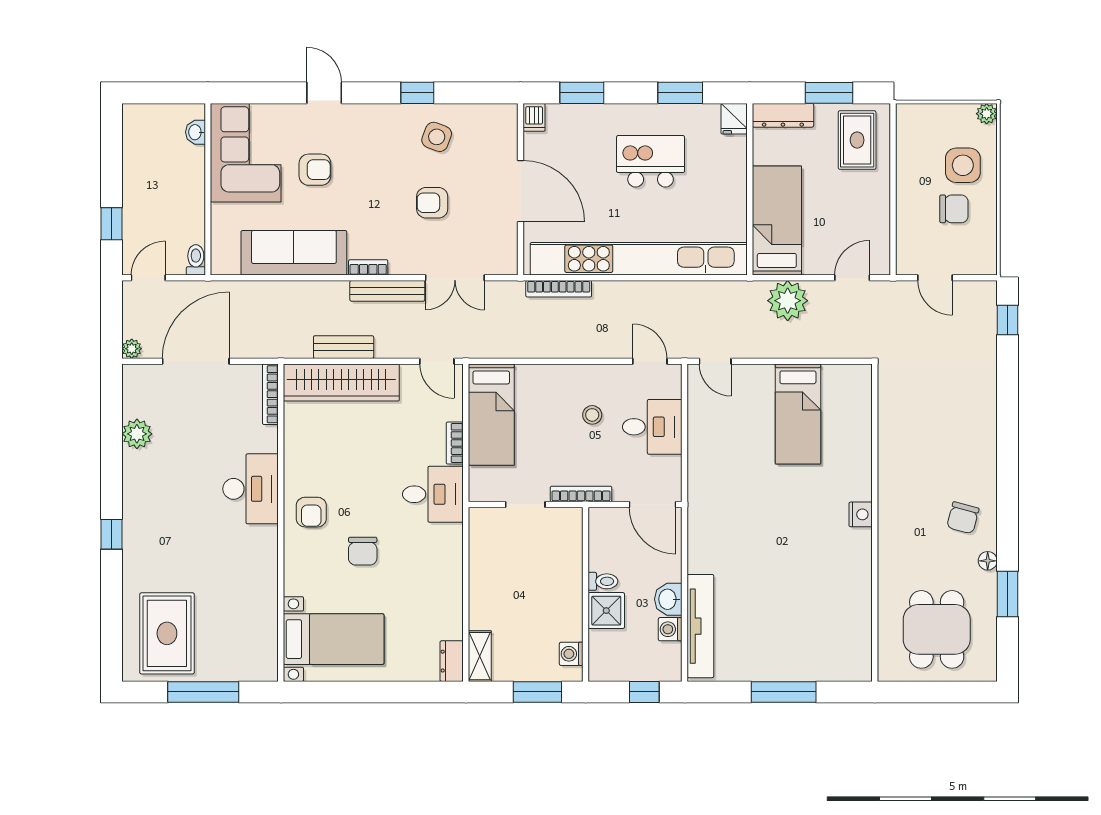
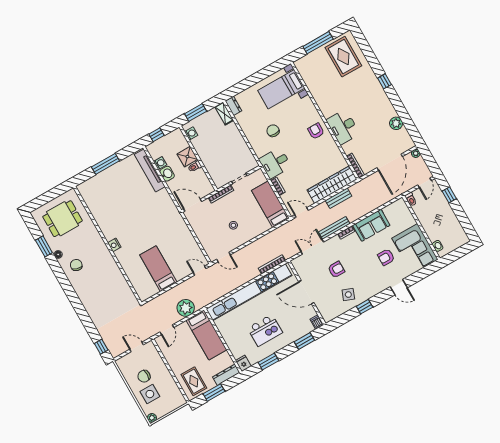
sofa: (294, 253) -> (371, 225), width x0.73
desk: (652, 427) -> (209, 233), removed
chair: (363, 551) -> (273, 131), moved
dining table: (937, 629) -> (63, 219), turned 90

